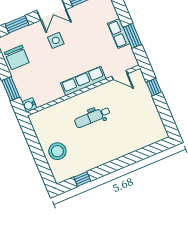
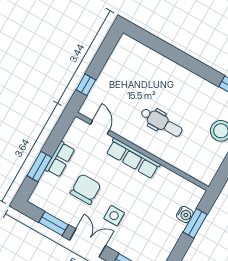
window: (132, 36) -> (39, 167), moved
chair: (17, 57) -> (86, 189), moved
water cooler: (29, 105) -> (185, 214), moved

